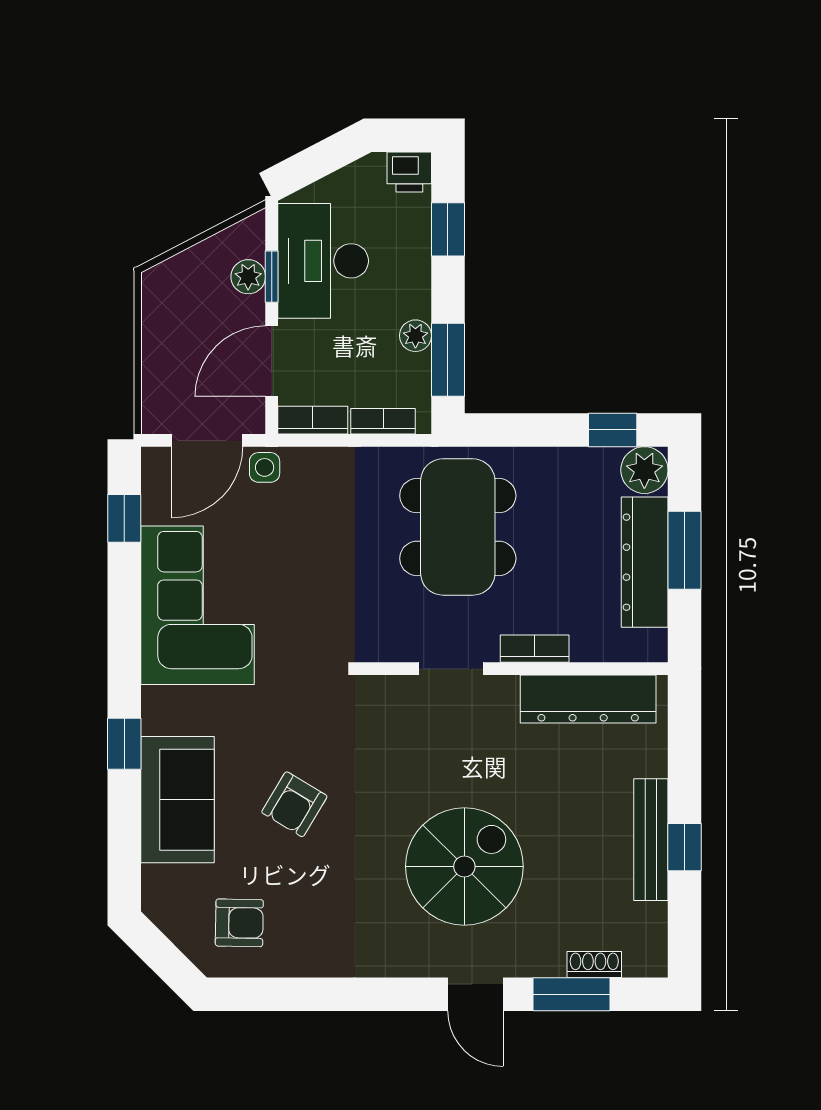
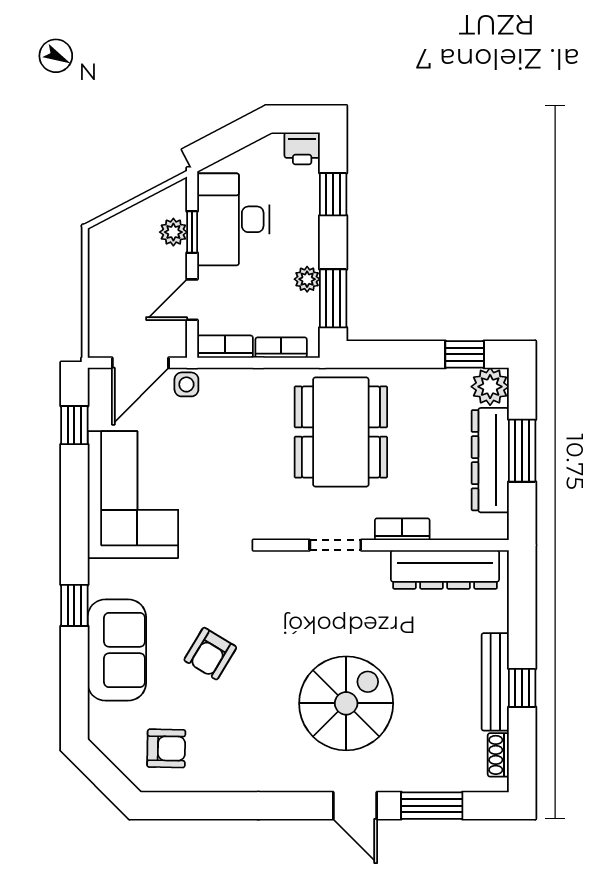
door: (272, 361) -> (192, 300), width x0.73
shoe rack: (594, 965) -> (498, 755), moved, turned -90

